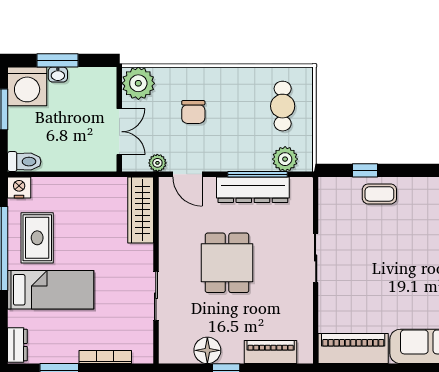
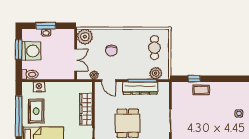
washing machine: (27, 86) -> (31, 51), moved, turned -90
nightstand: (19, 187) -> (39, 87), moved
wardrobe: (141, 210) -> (86, 109), moved

